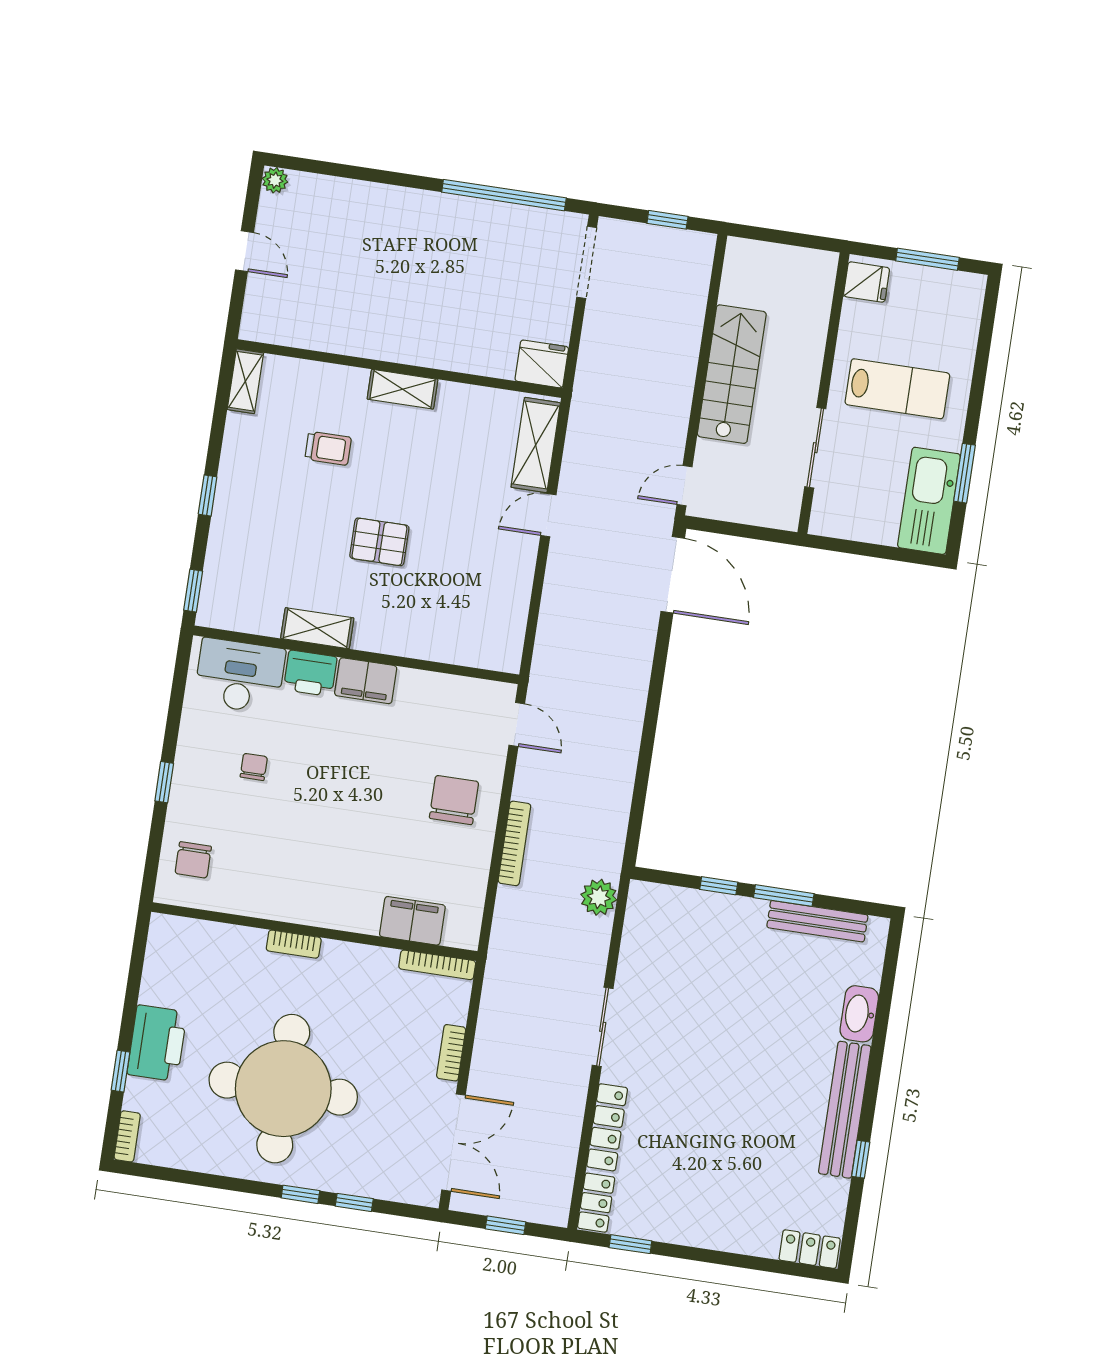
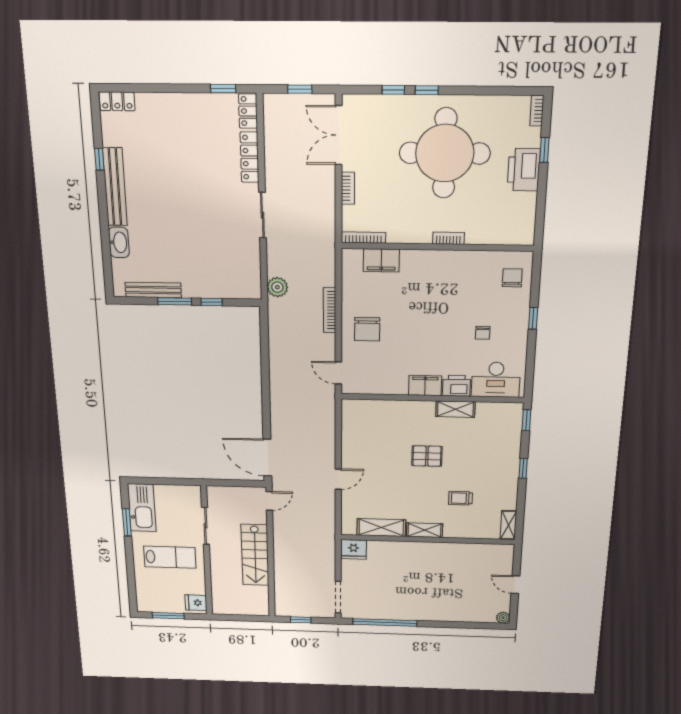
lab bench: (897, 389) -> (170, 557), turned 180
shelving: (536, 445) -> (381, 528), moved, turned 90

